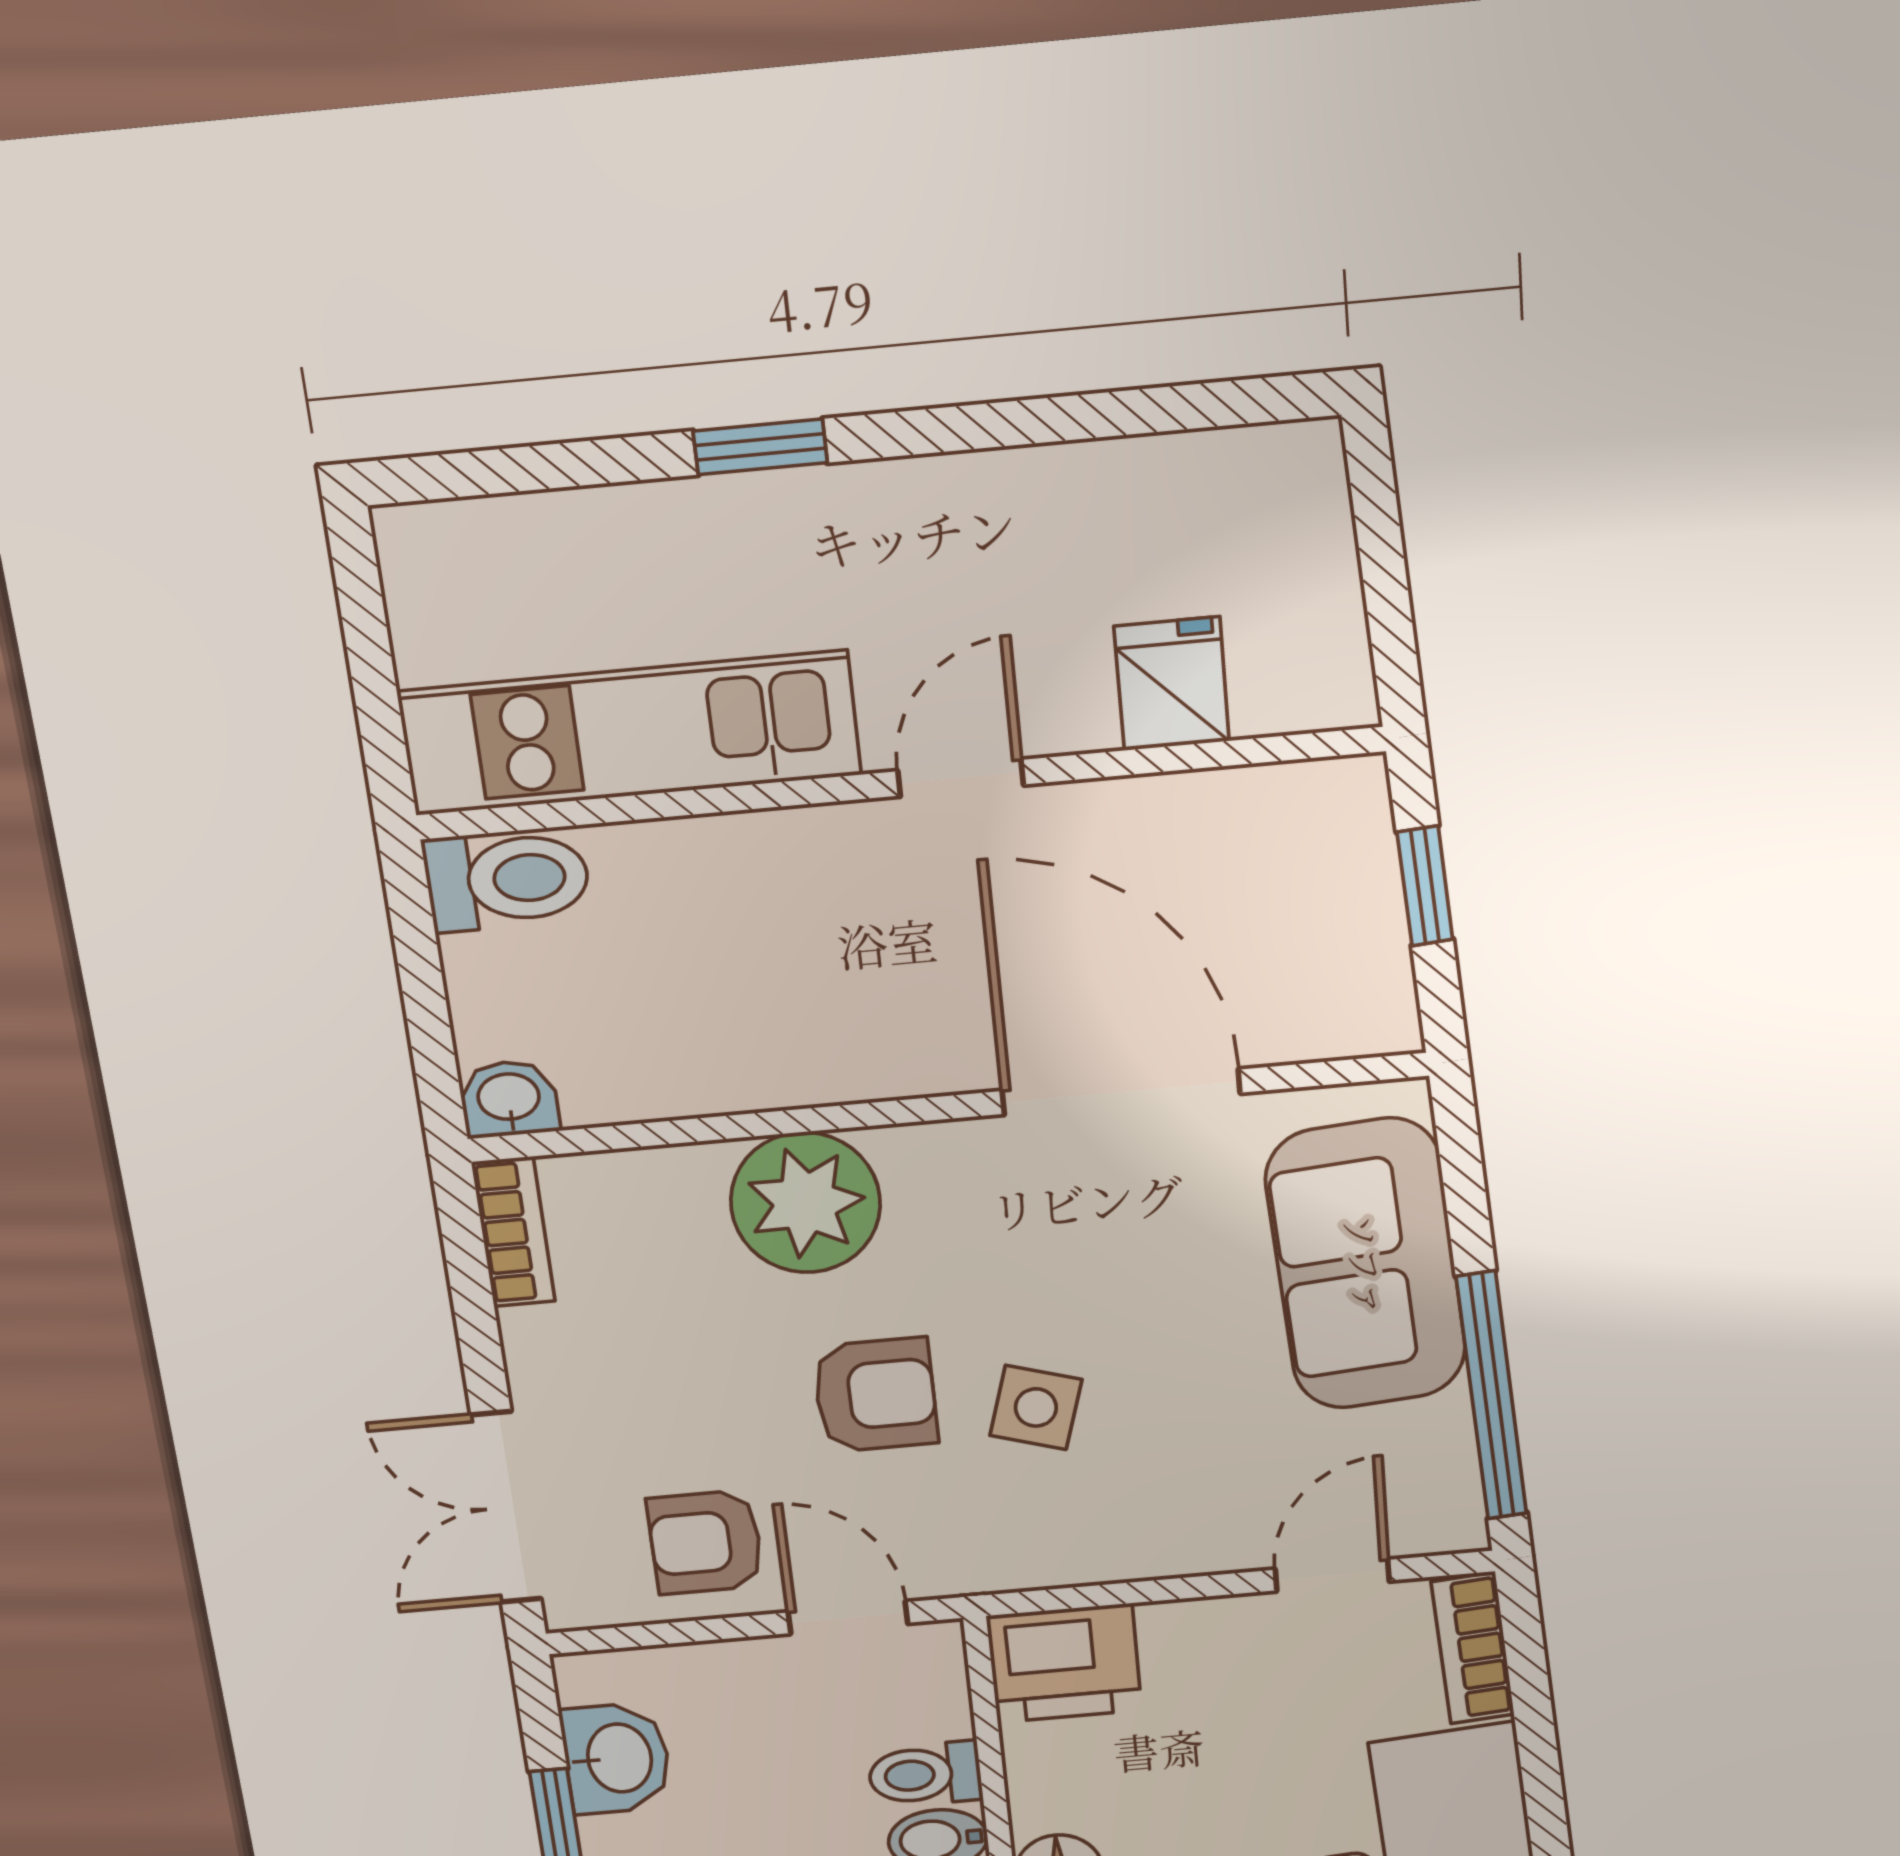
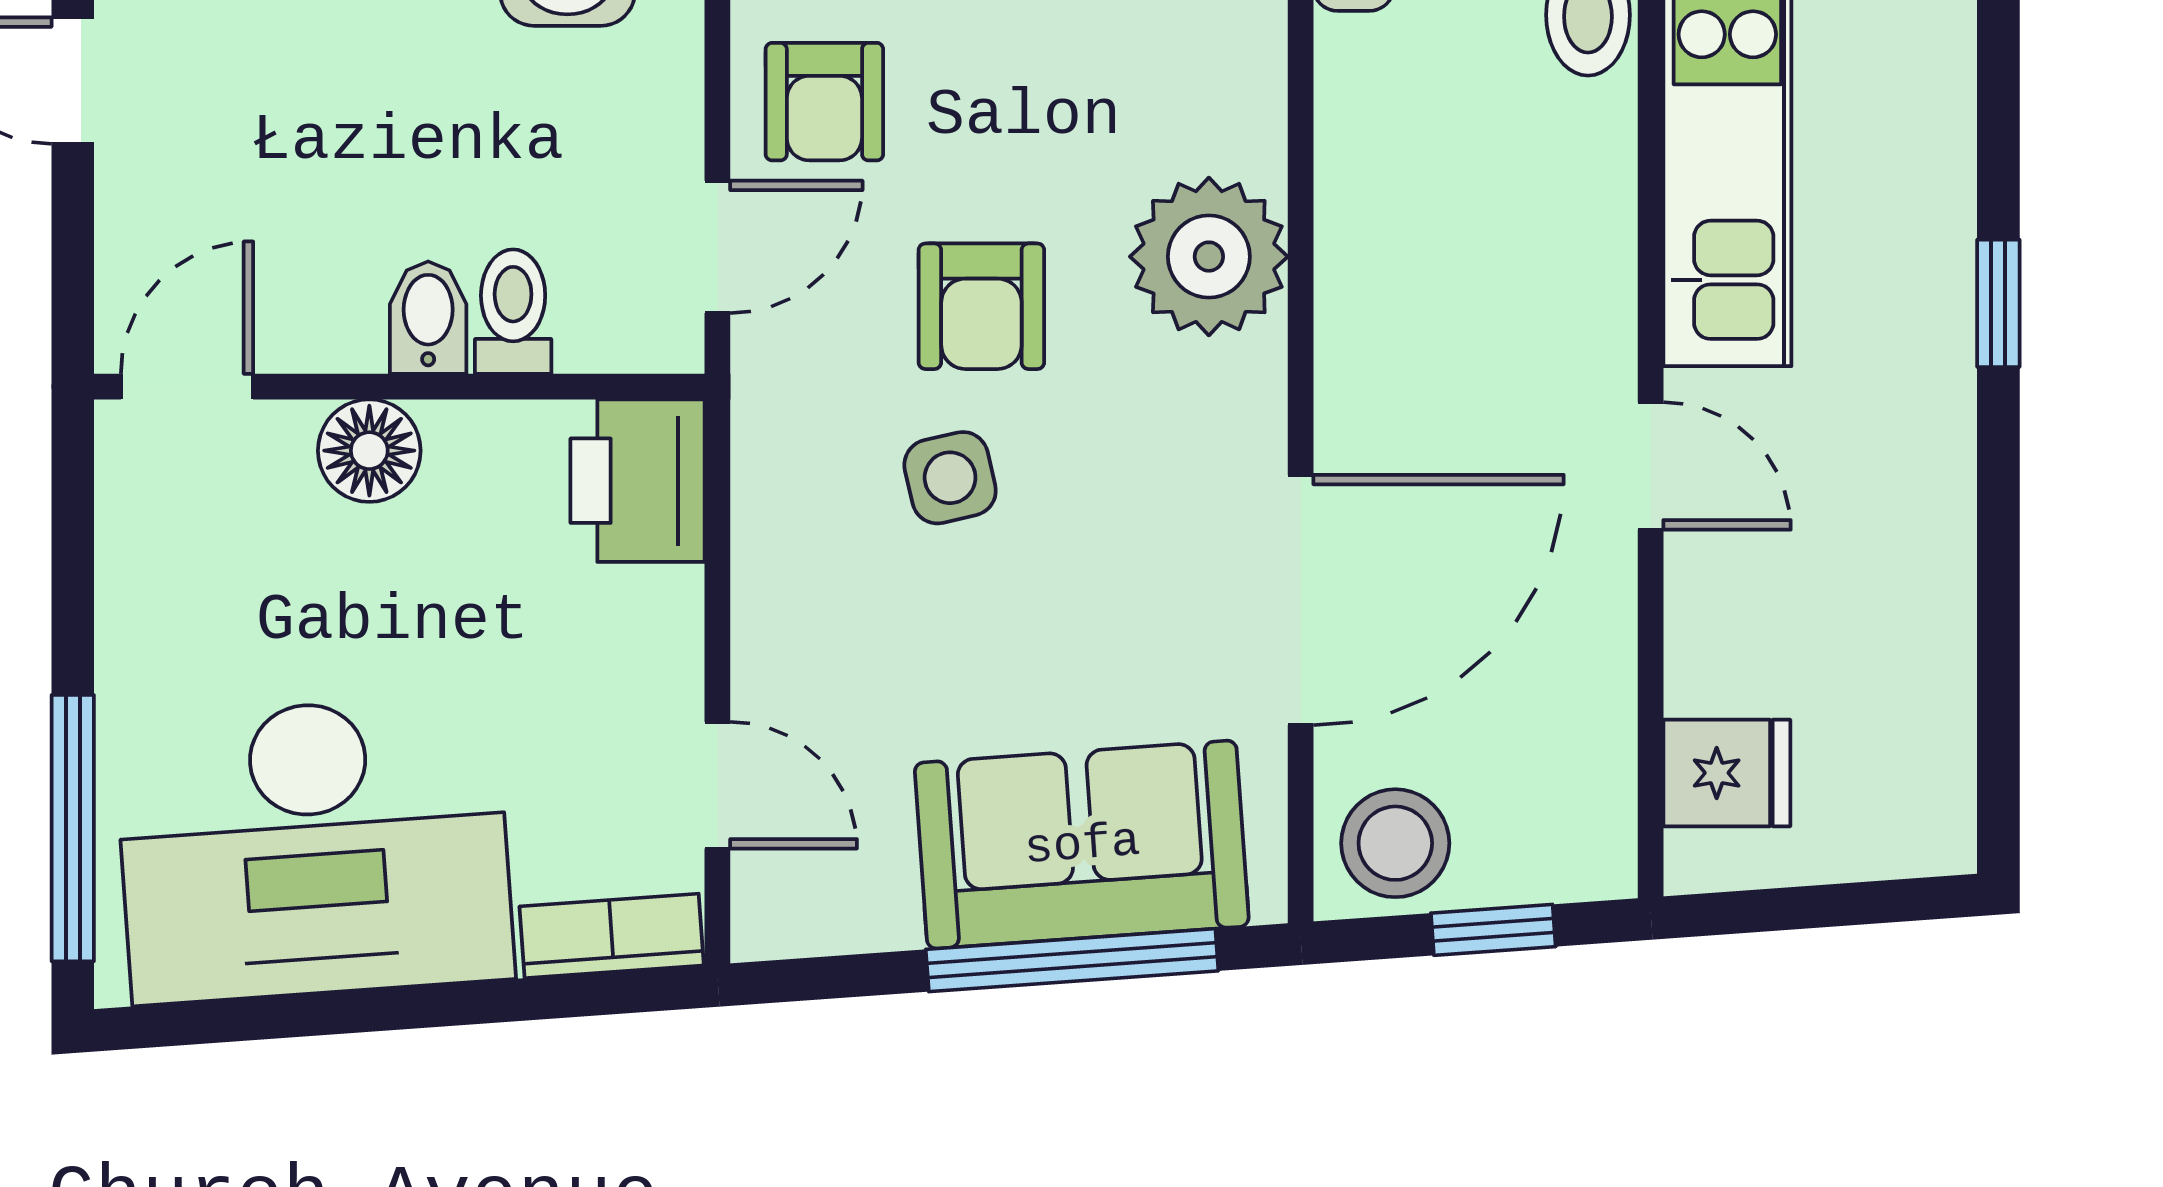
fridge: (1172, 684) -> (1727, 773), moved
stool: (1347, 985) -> (1395, 843), added
window: (1492, 1396) -> (1072, 960), moved
side table: (1036, 1408) -> (950, 478), turned -30
armchair: (706, 1542) -> (824, 102), turned 180

